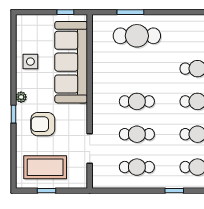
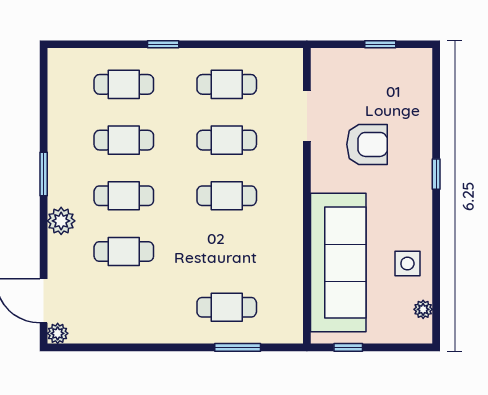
cafe table: (137, 36) -> (227, 307), width x0.73, depth x0.74
plant: (21, 97) -> (423, 309), moved
armchair: (43, 124) -> (367, 144), moved
coffee table: (45, 167) -> (383, 84), removed

